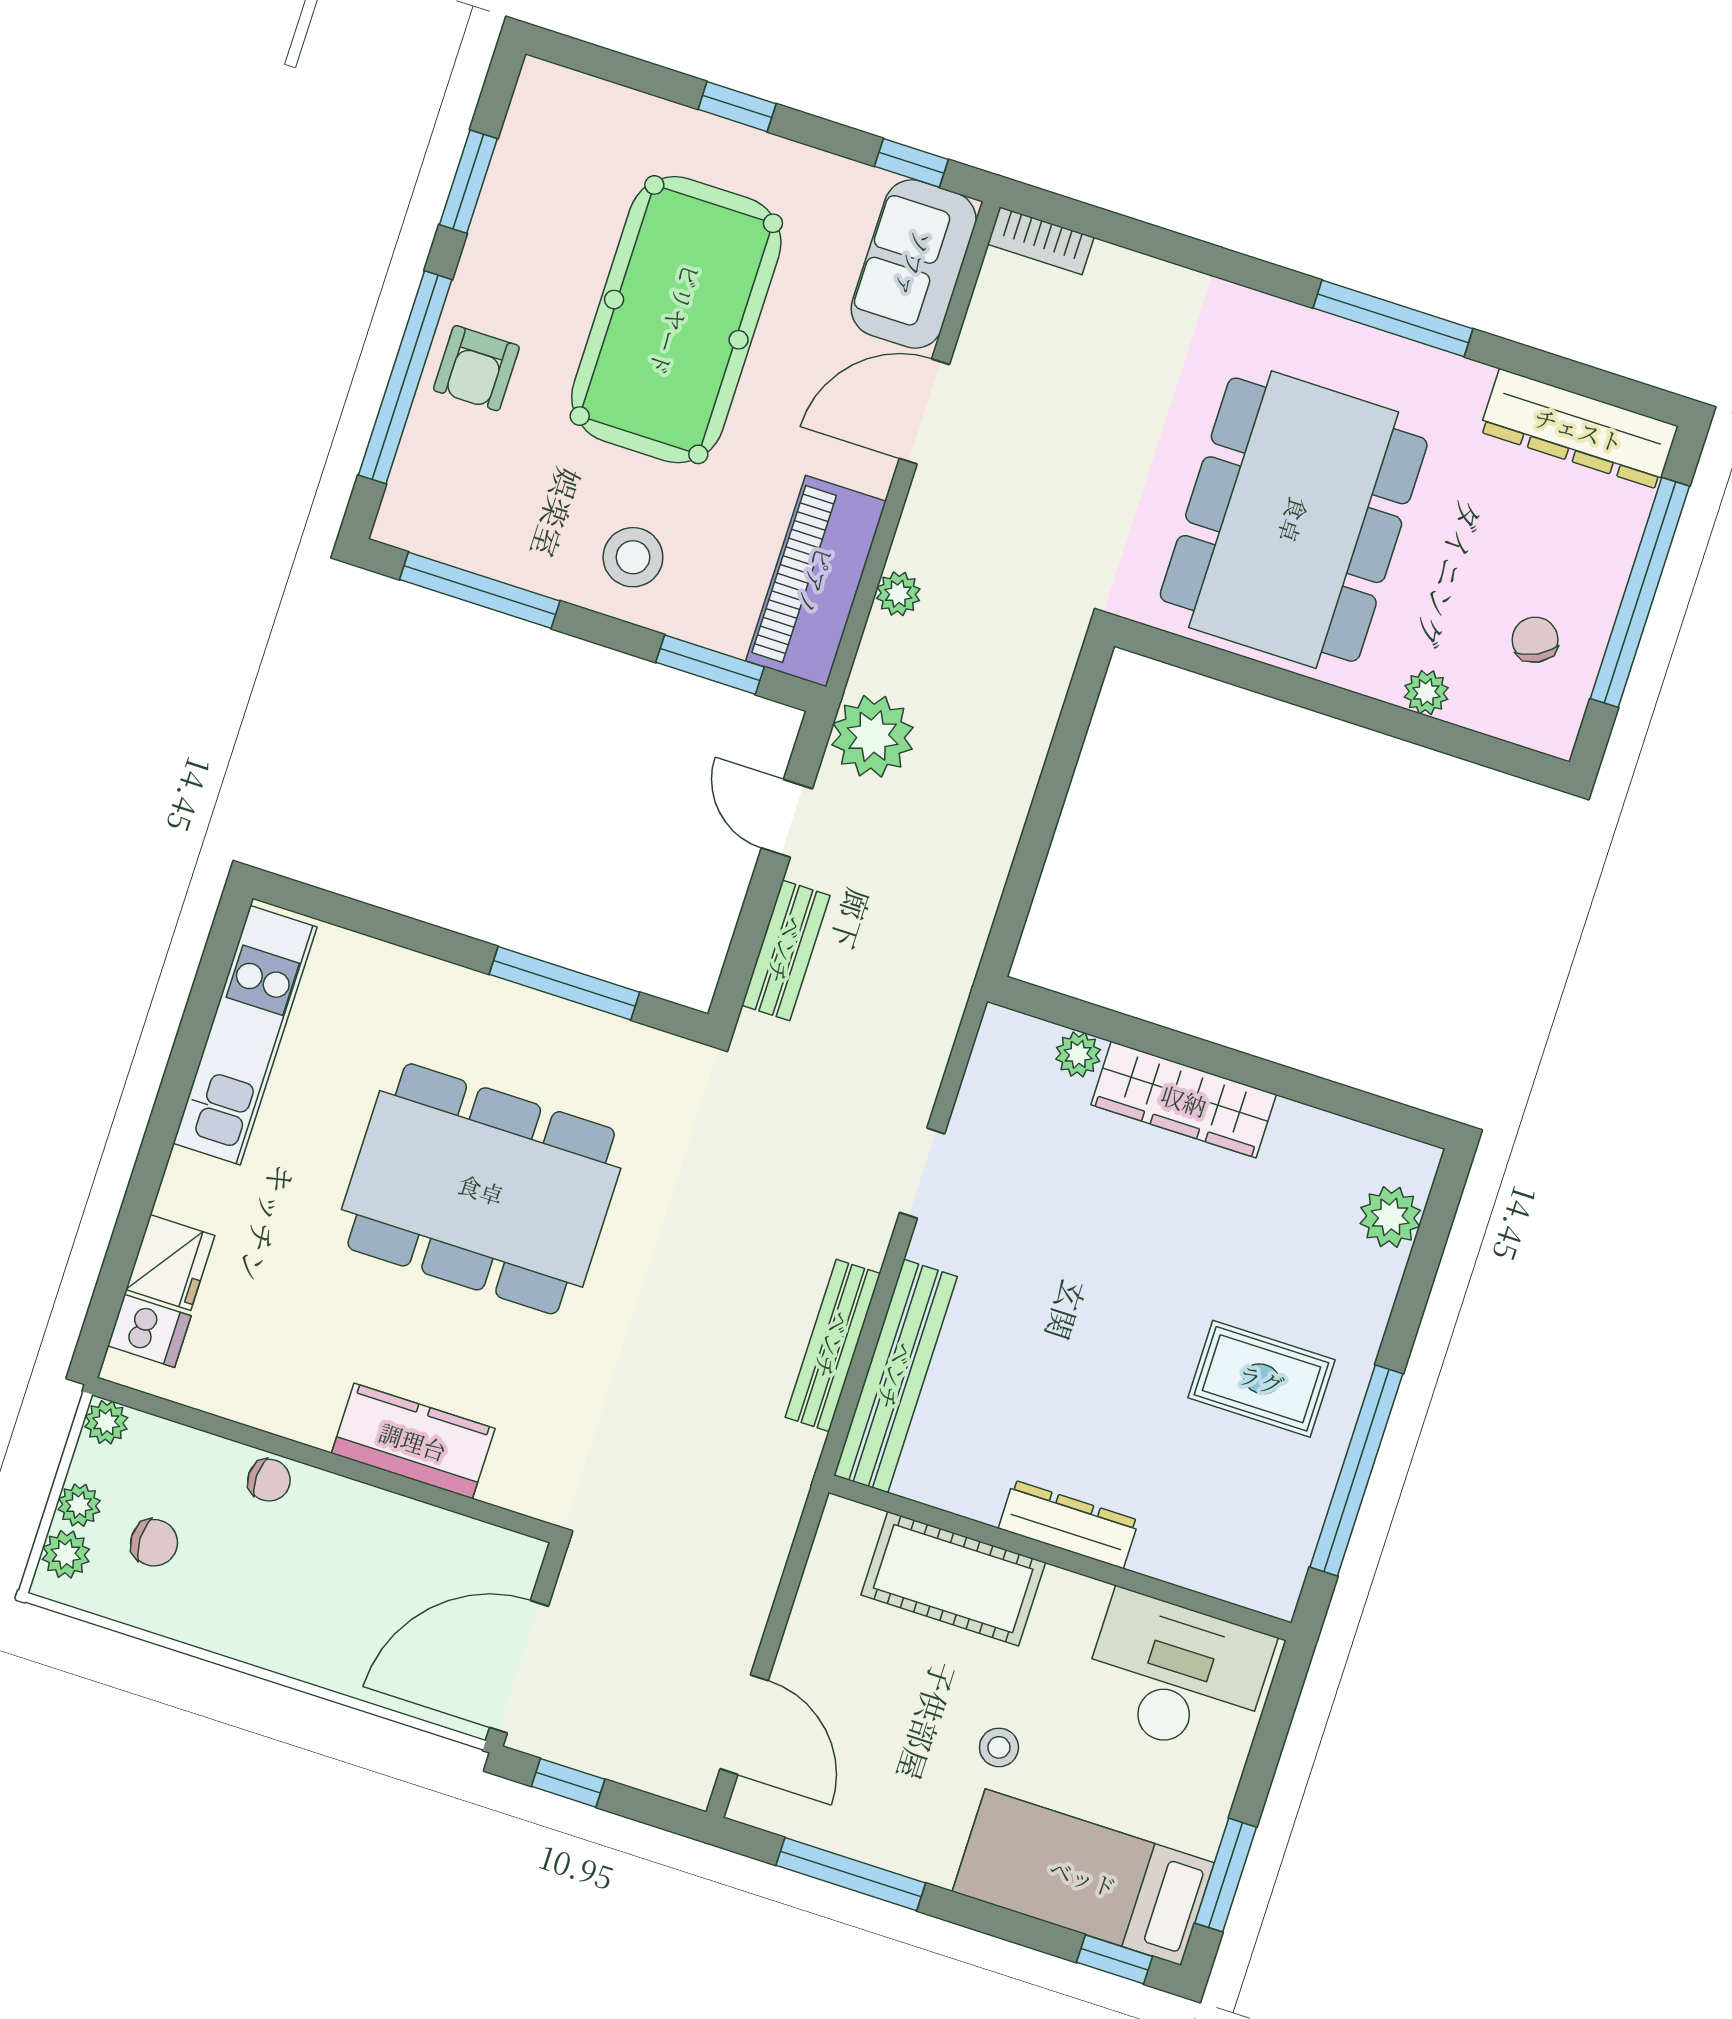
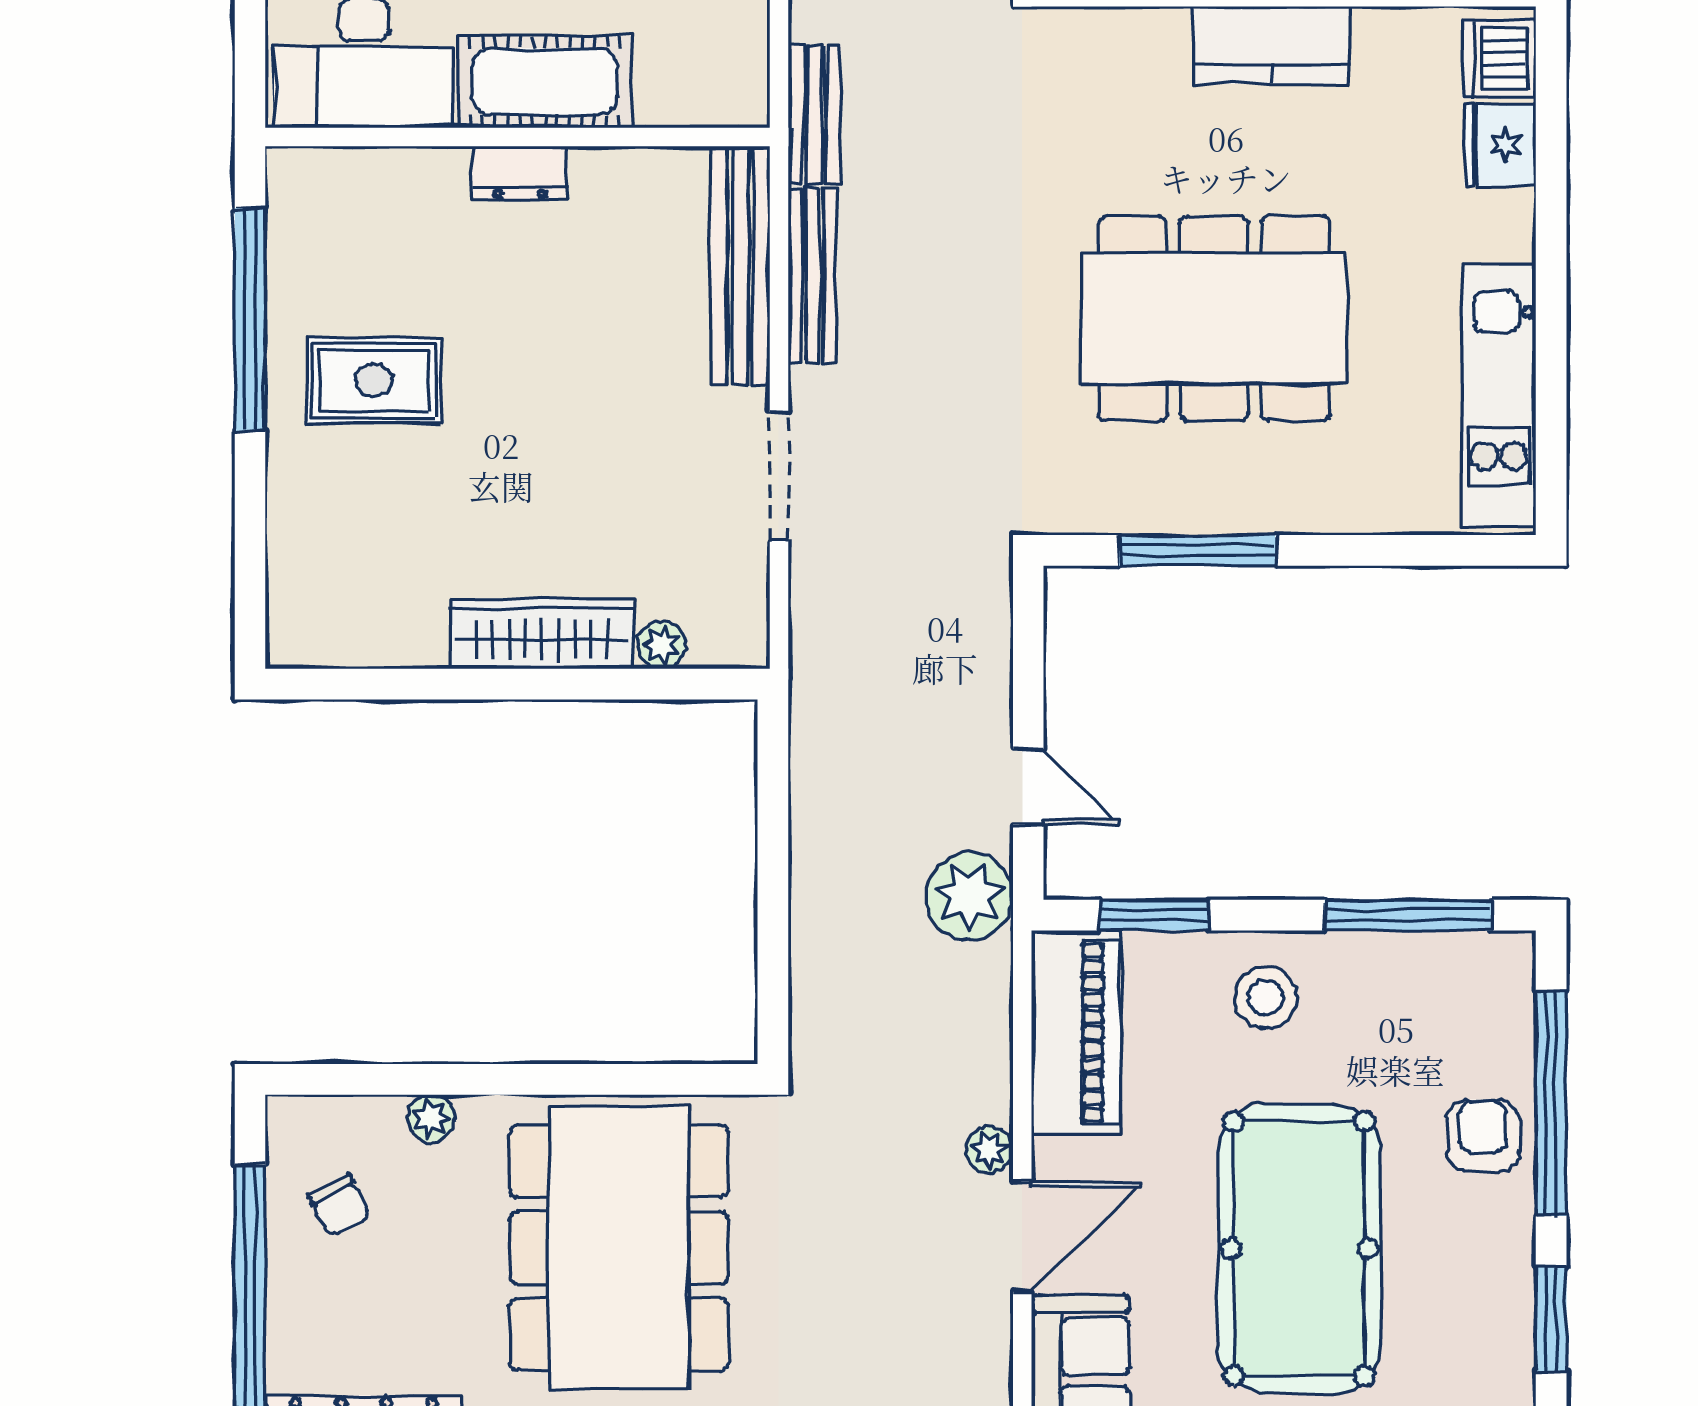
plant: (898, 594) -> (990, 1150), moved
bench: (786, 950) -> (815, 114), moved
doorway: (922, 1173) -> (779, 476), width x1.38
plant: (1390, 1217) -> (298, 583), removed
dishwasher: (149, 1331) -> (1499, 59), width x1.38
kitchen counter: (413, 1441) -> (1271, 45), moved
dresser: (1068, 1524) -> (520, 173), width x0.70
cot: (953, 1579) -> (545, 82), moved

